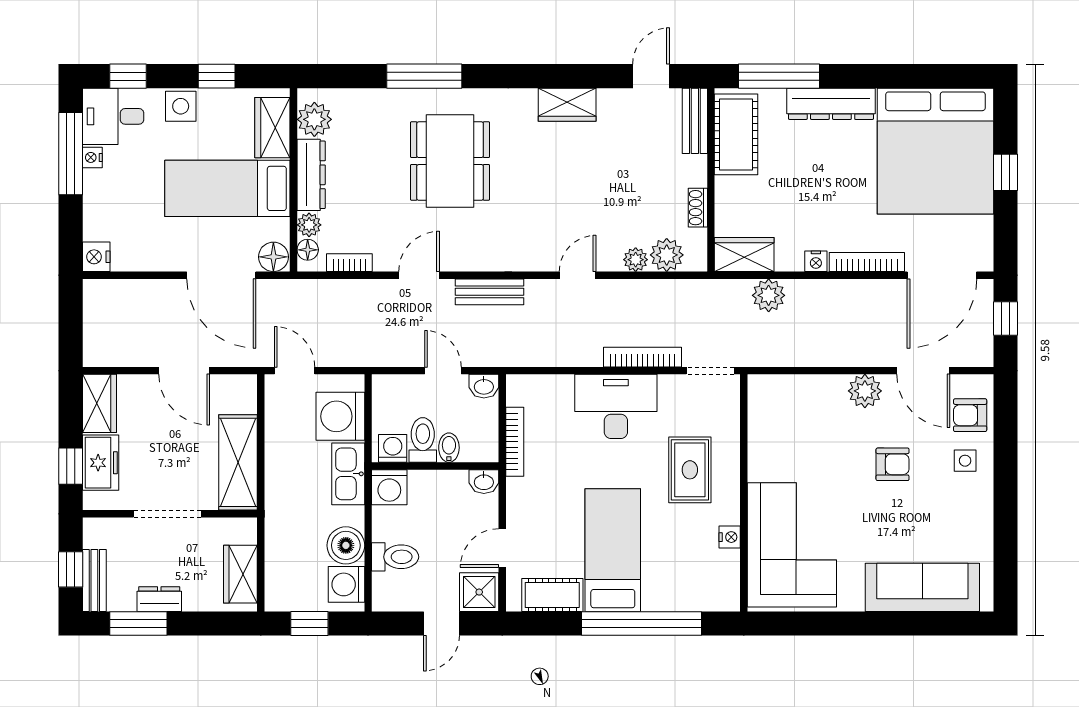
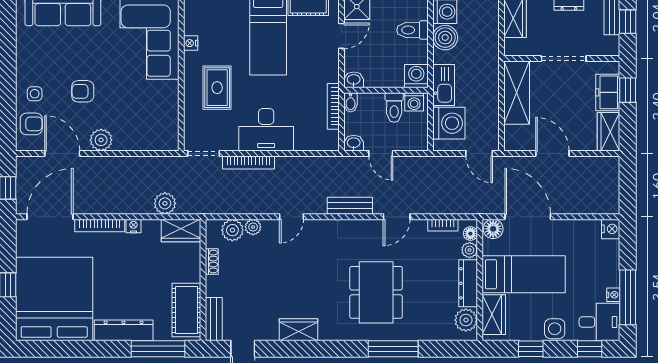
bidet: (449, 448) -> (351, 102), moved

